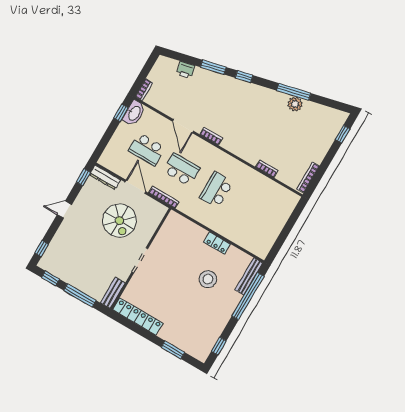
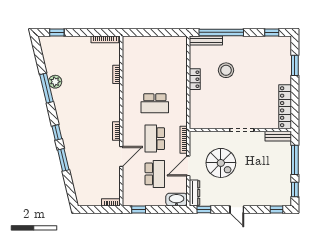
printer: (186, 70) -> (78, 180), removed
washbasin: (134, 113) -> (177, 200), moved
spiral stairs: (119, 221) -> (221, 163), turned 90

